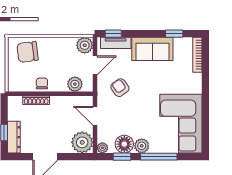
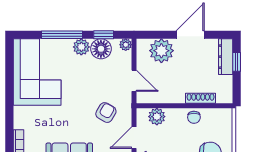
armchair: (120, 88) -> (106, 113), turned -114
plant: (82, 142) -> (161, 51), moved

